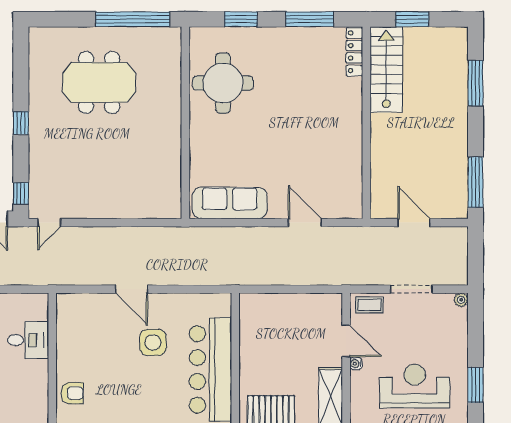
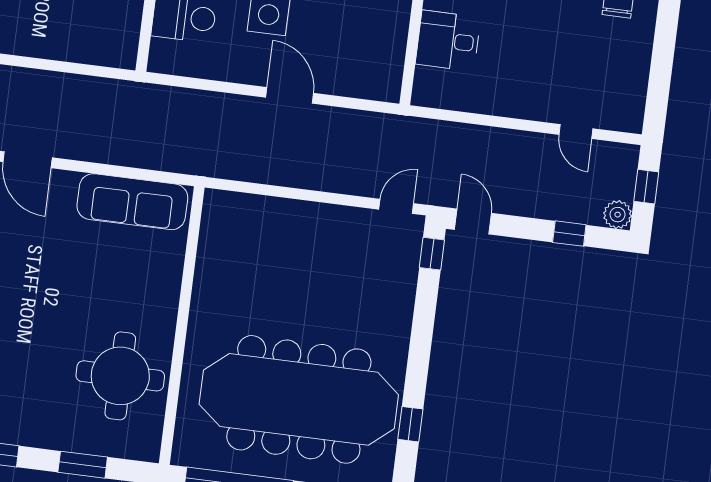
meeting table: (99, 82) -> (299, 399), width x1.86, depth x1.27
window: (21, 123) -> (410, 424), moved

